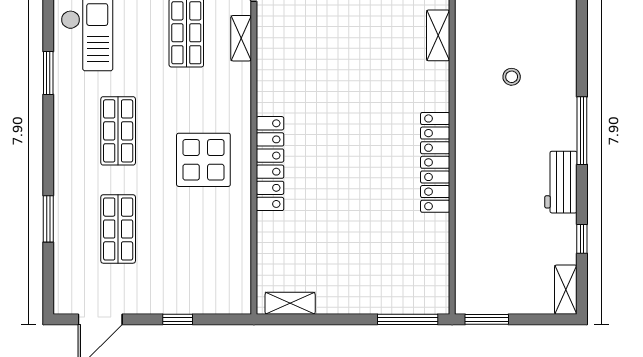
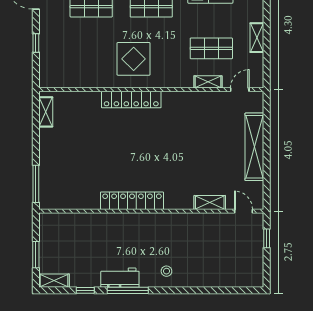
stool: (512, 77) -> (166, 271), moved
window: (582, 131) -> (128, 290), moved
window: (487, 319) -> (36, 255), moved

